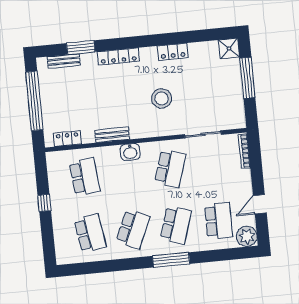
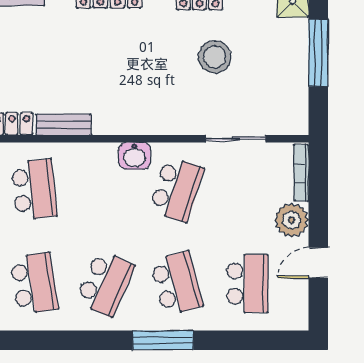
stool: (162, 98) -> (215, 57), moved
bench: (112, 135) -> (64, 125), moved
washbasin: (130, 152) -> (134, 156), moved
school desk: (176, 225) -> (176, 284), turned -33
plant: (247, 236) -> (292, 220), moved

